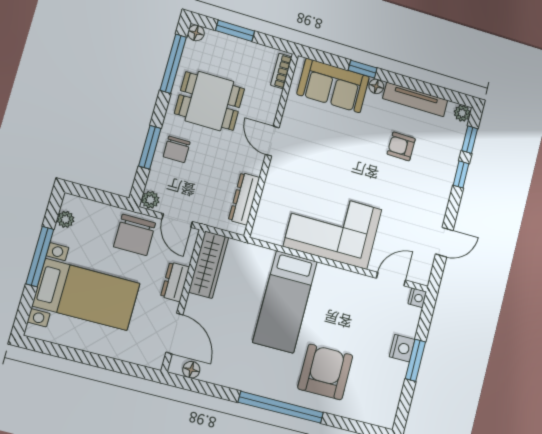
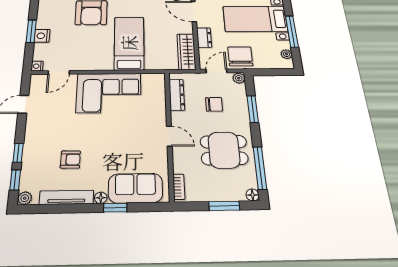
chair: (177, 149) -> (214, 104), moved, turned 90
door: (177, 220) -> (216, 71), hinge flipped

